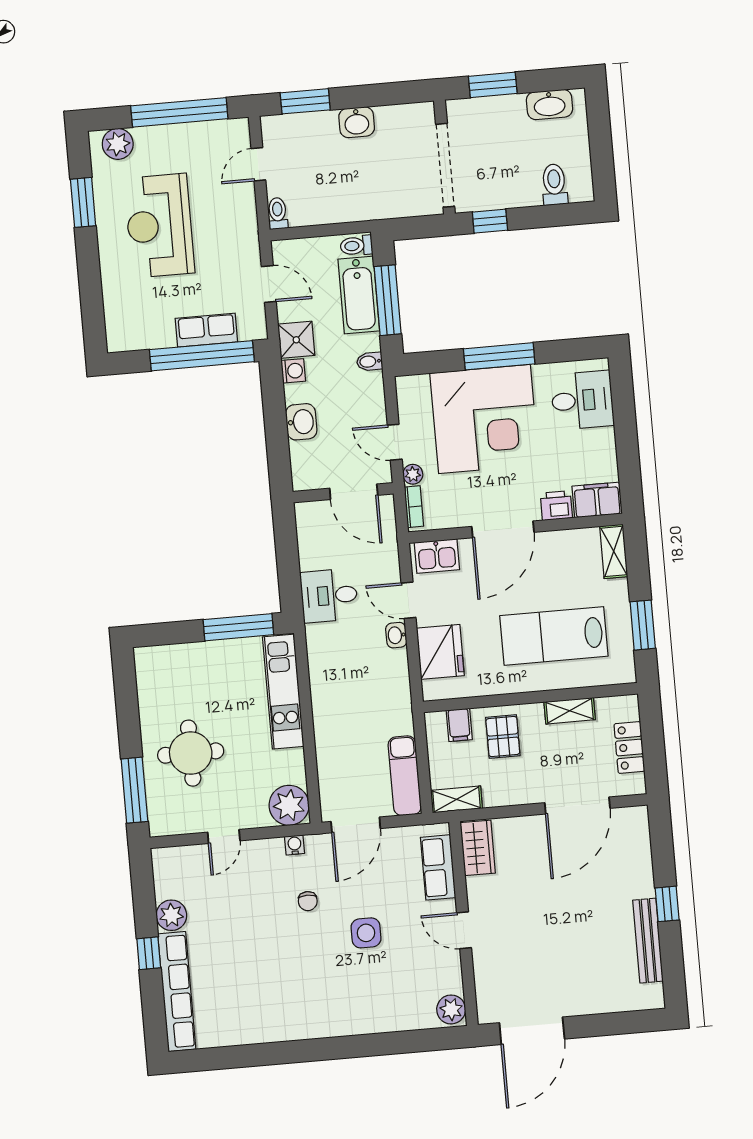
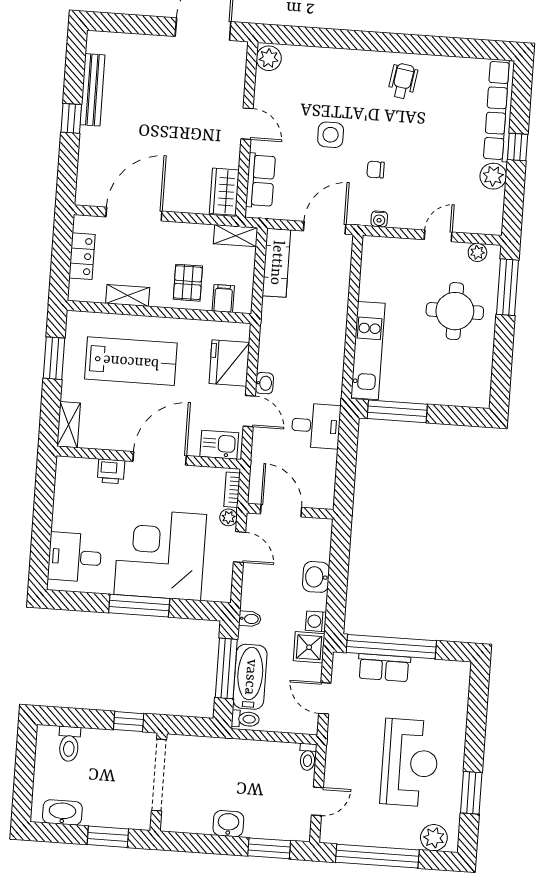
filing cabinet: (597, 500) -> (76, 471), removed
plant: (289, 805) -> (477, 252), moved, width x0.53, depth x0.53
chair: (308, 901) -> (376, 170), turned -90
wheelchair: (293, 1008) -> (403, 81), added

